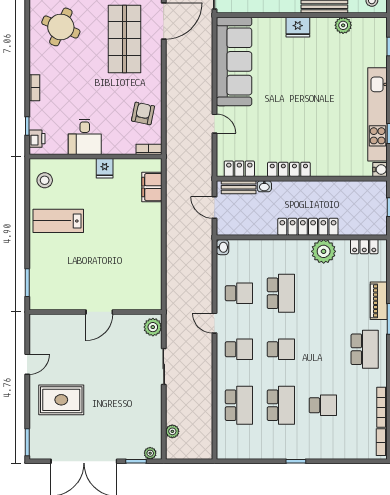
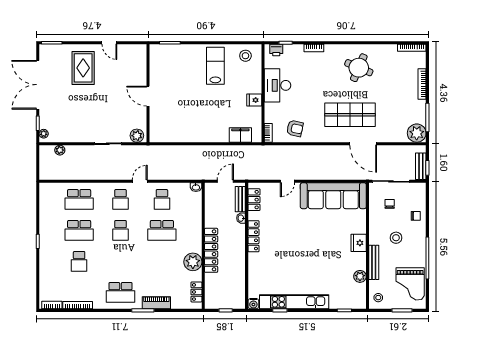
desk: (85, 137) -> (278, 85), width x1.37

